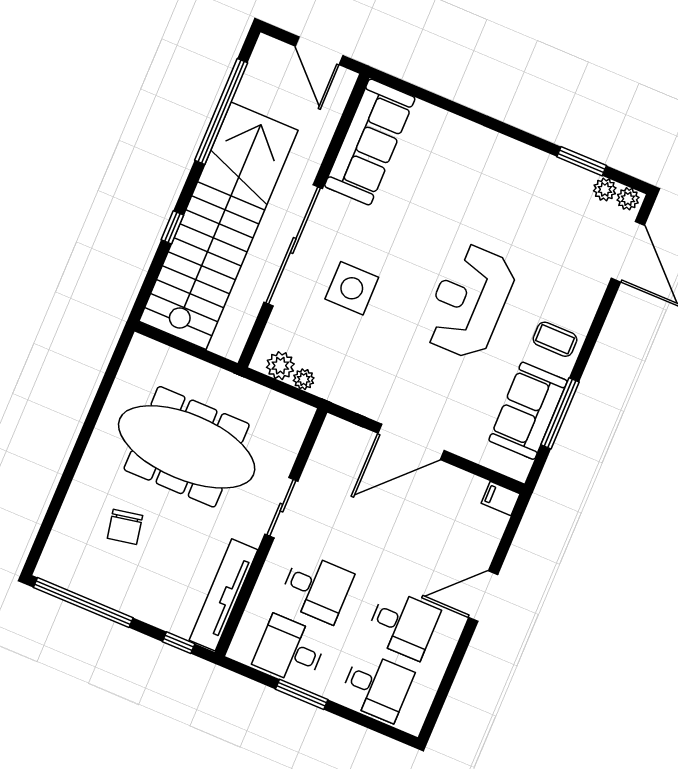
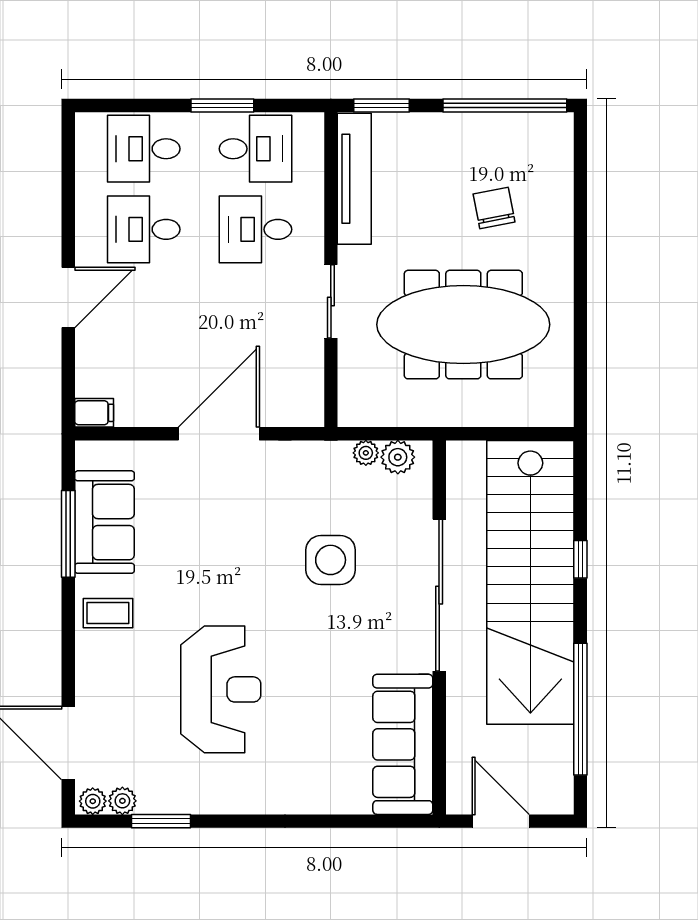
side table: (352, 288) -> (331, 560), moved
reception desk: (469, 301) -> (221, 689), moved
window: (179, 643) -> (382, 106), width x1.50

